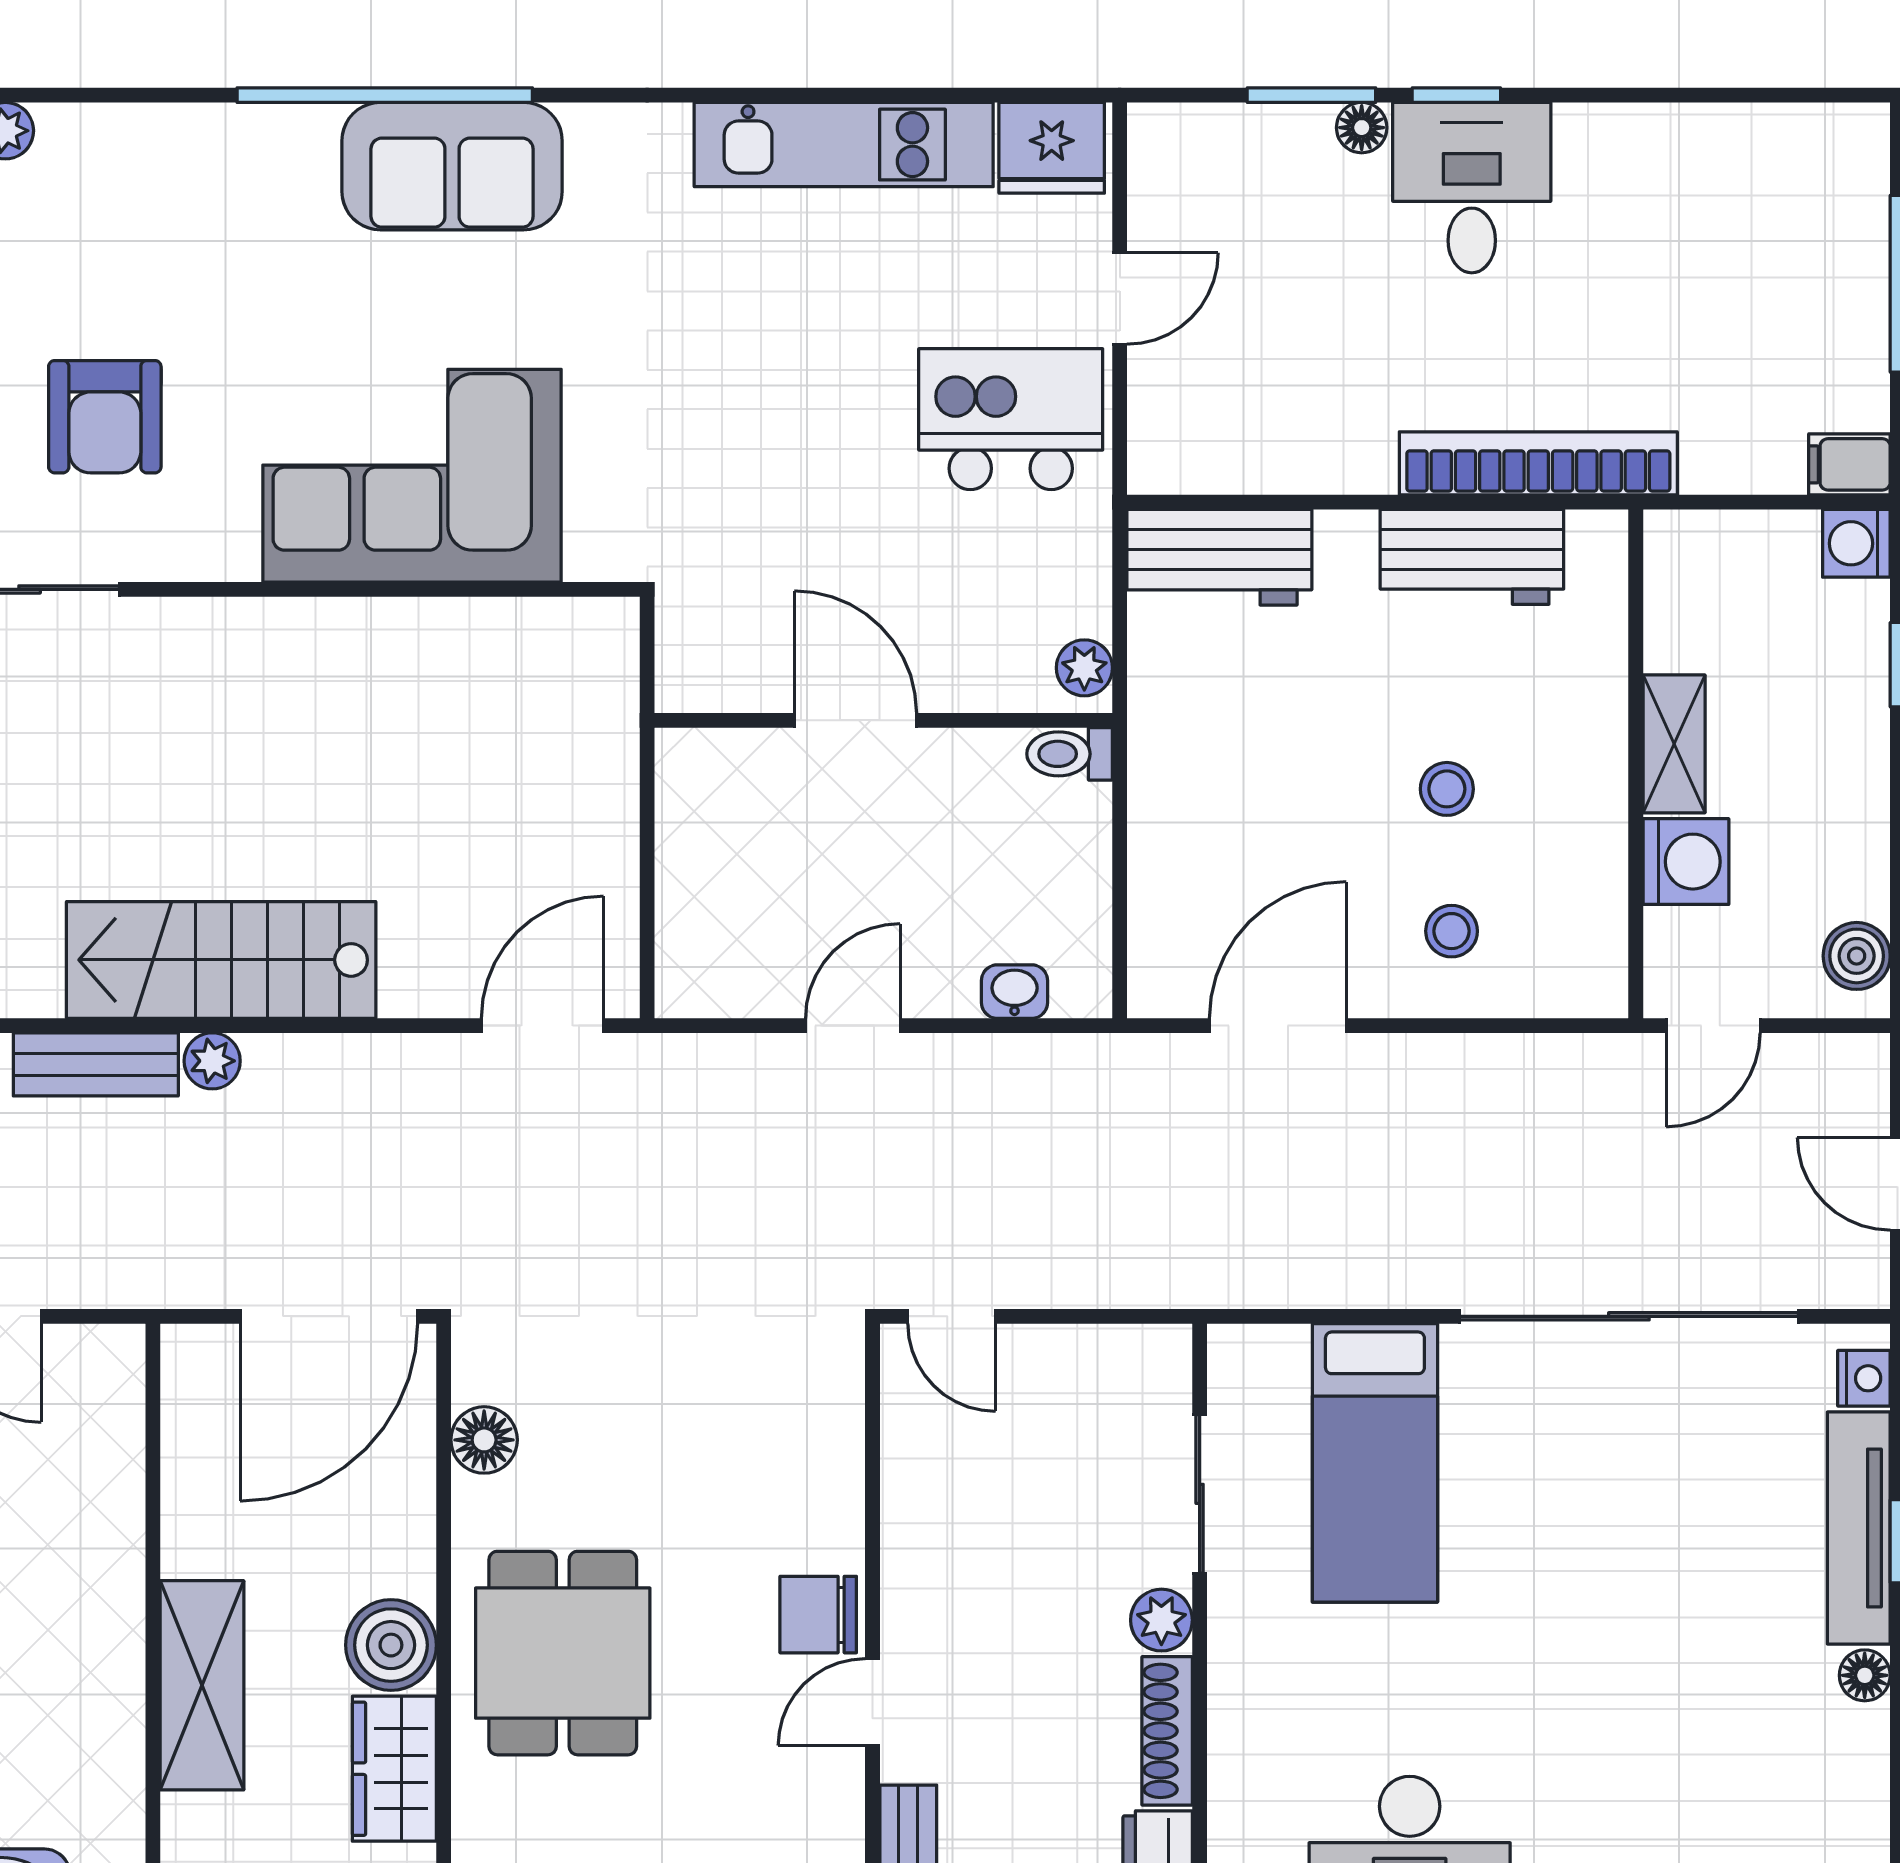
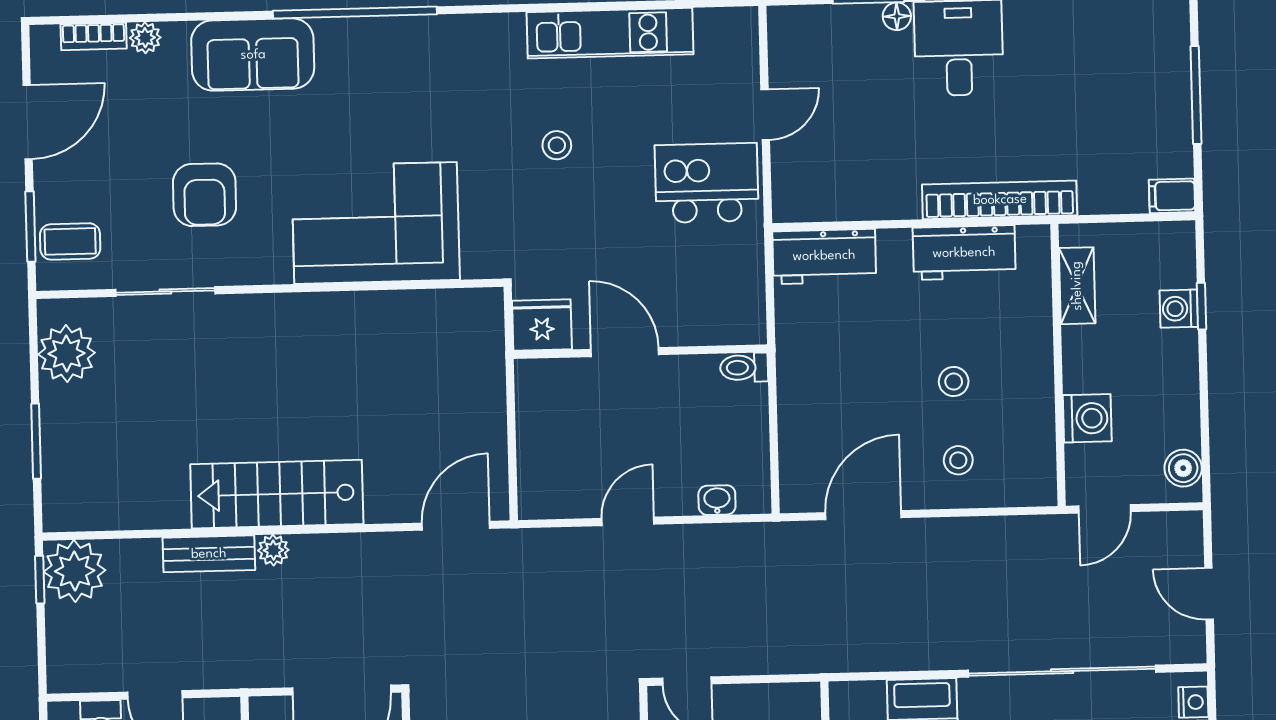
fridge: (1052, 148) -> (542, 325), moved, turned 180
sofa: (452, 166) -> (253, 55), moved
stool: (742, 344) -> (557, 145), added
washing machine: (1856, 543) -> (1179, 309), moved
plant: (1084, 668) -> (751, 320), removed
shelving: (1674, 744) -> (1077, 286), moved

